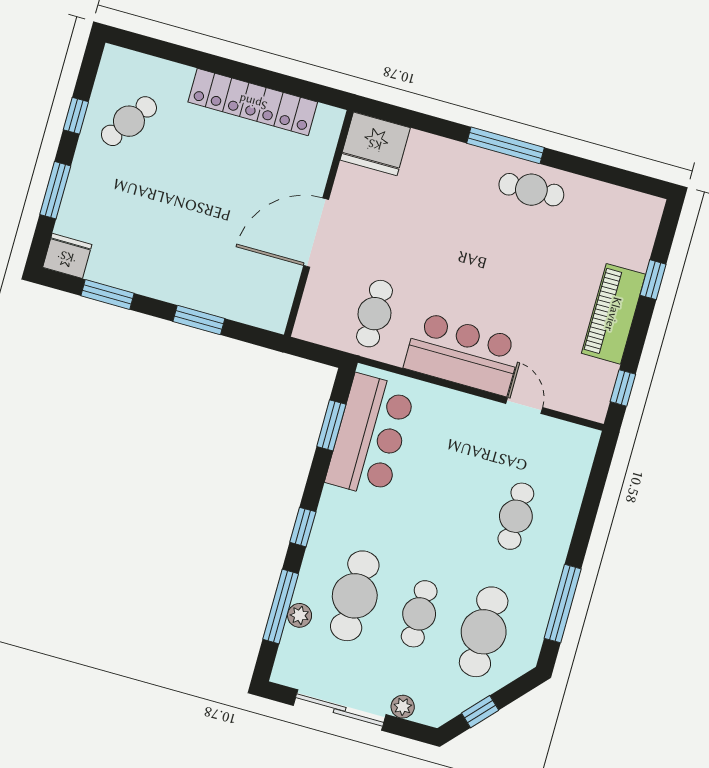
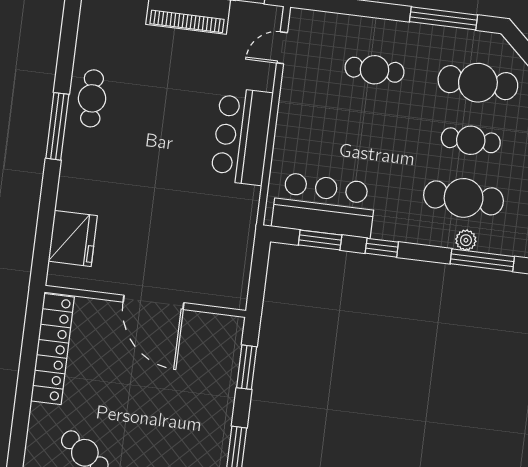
wall: (319, 223) -> (145, 301), moved
door: (316, 233) -> (153, 302), moved
cafe table: (375, 314) -> (219, 217), removed
door: (524, 406) -> (282, 48), moved
window: (303, 527) -> (382, 248), moved
plant: (300, 615) -> (466, 240), moved

